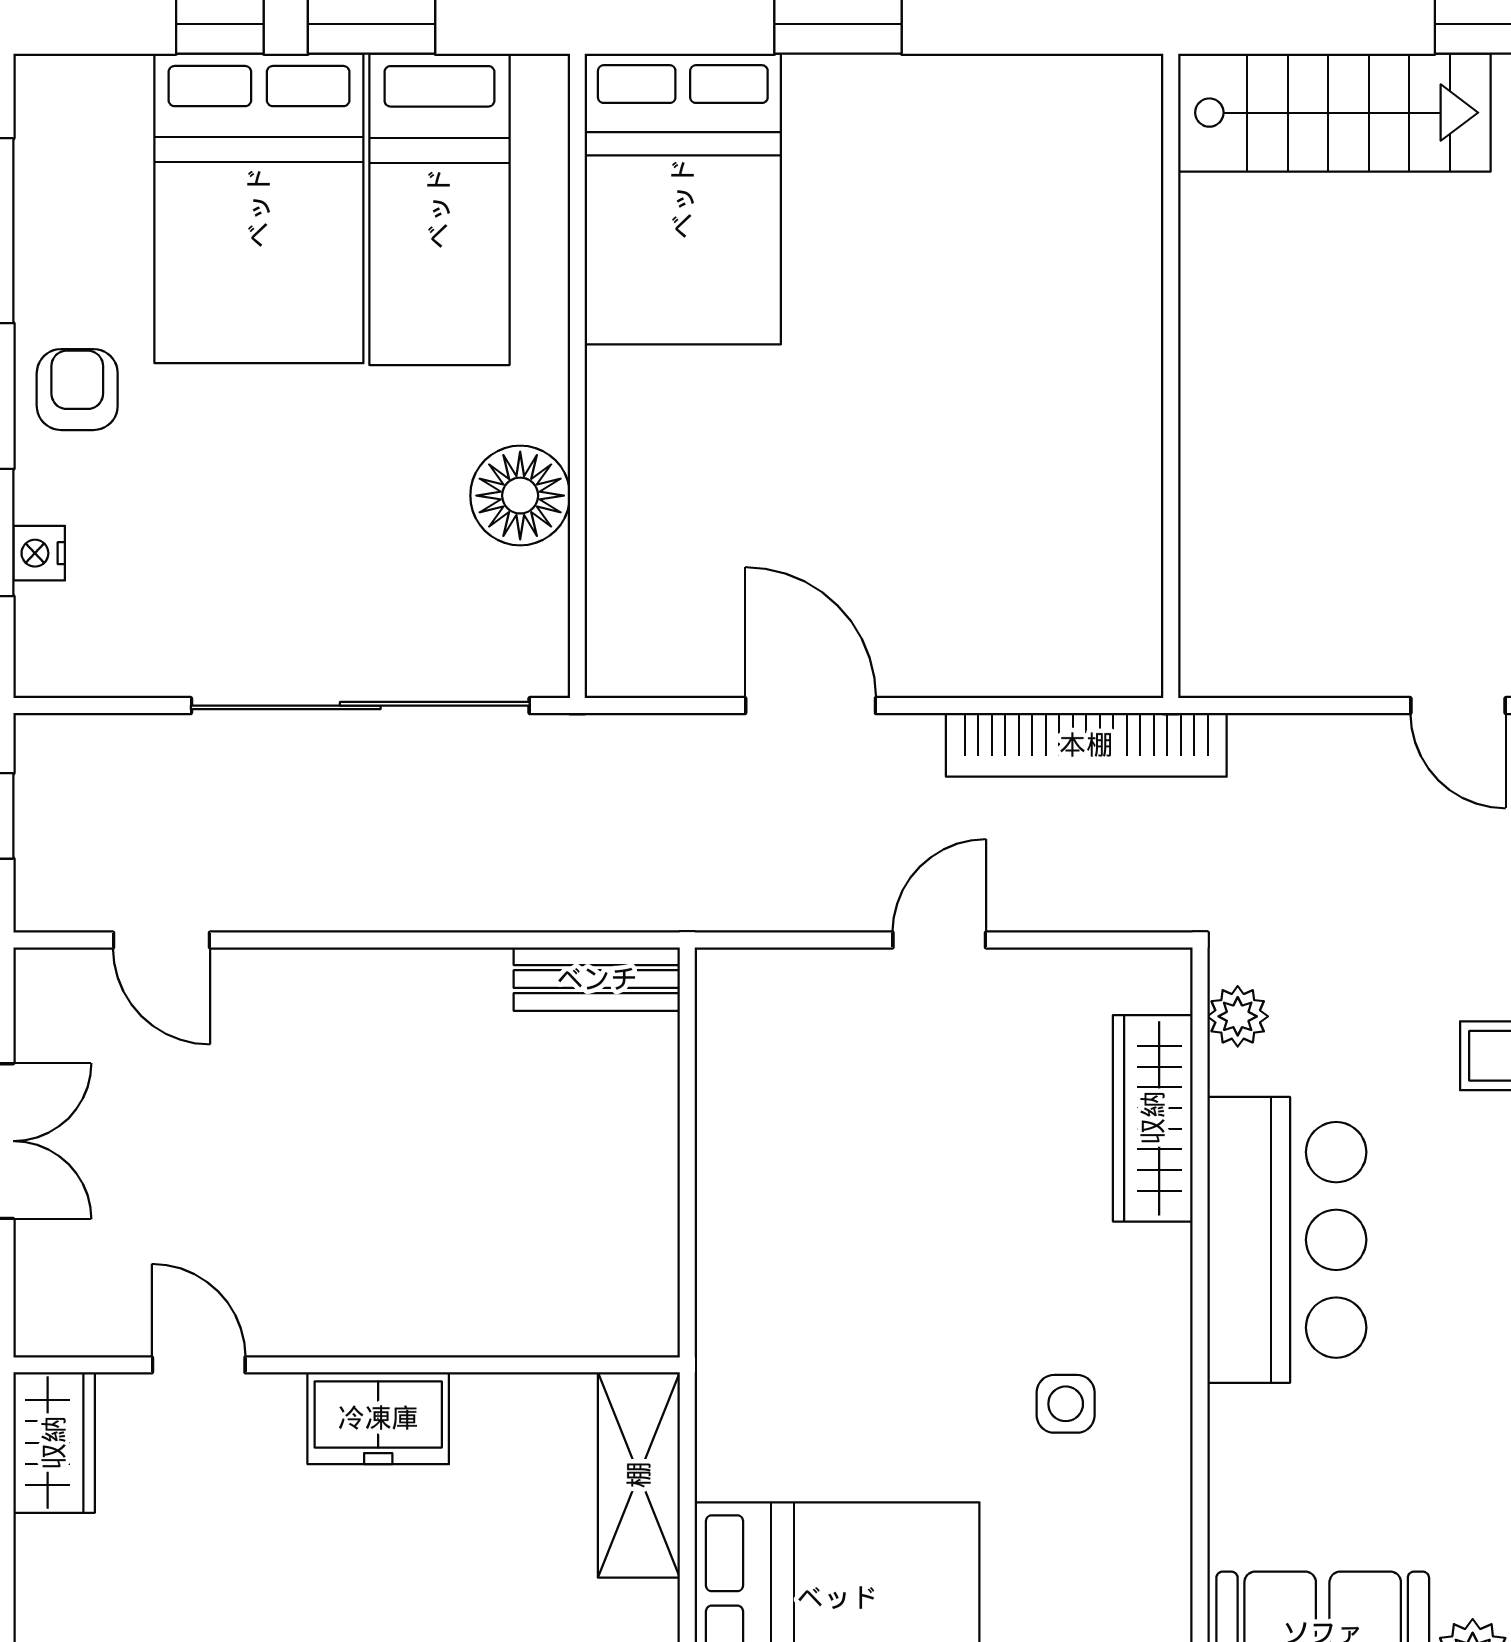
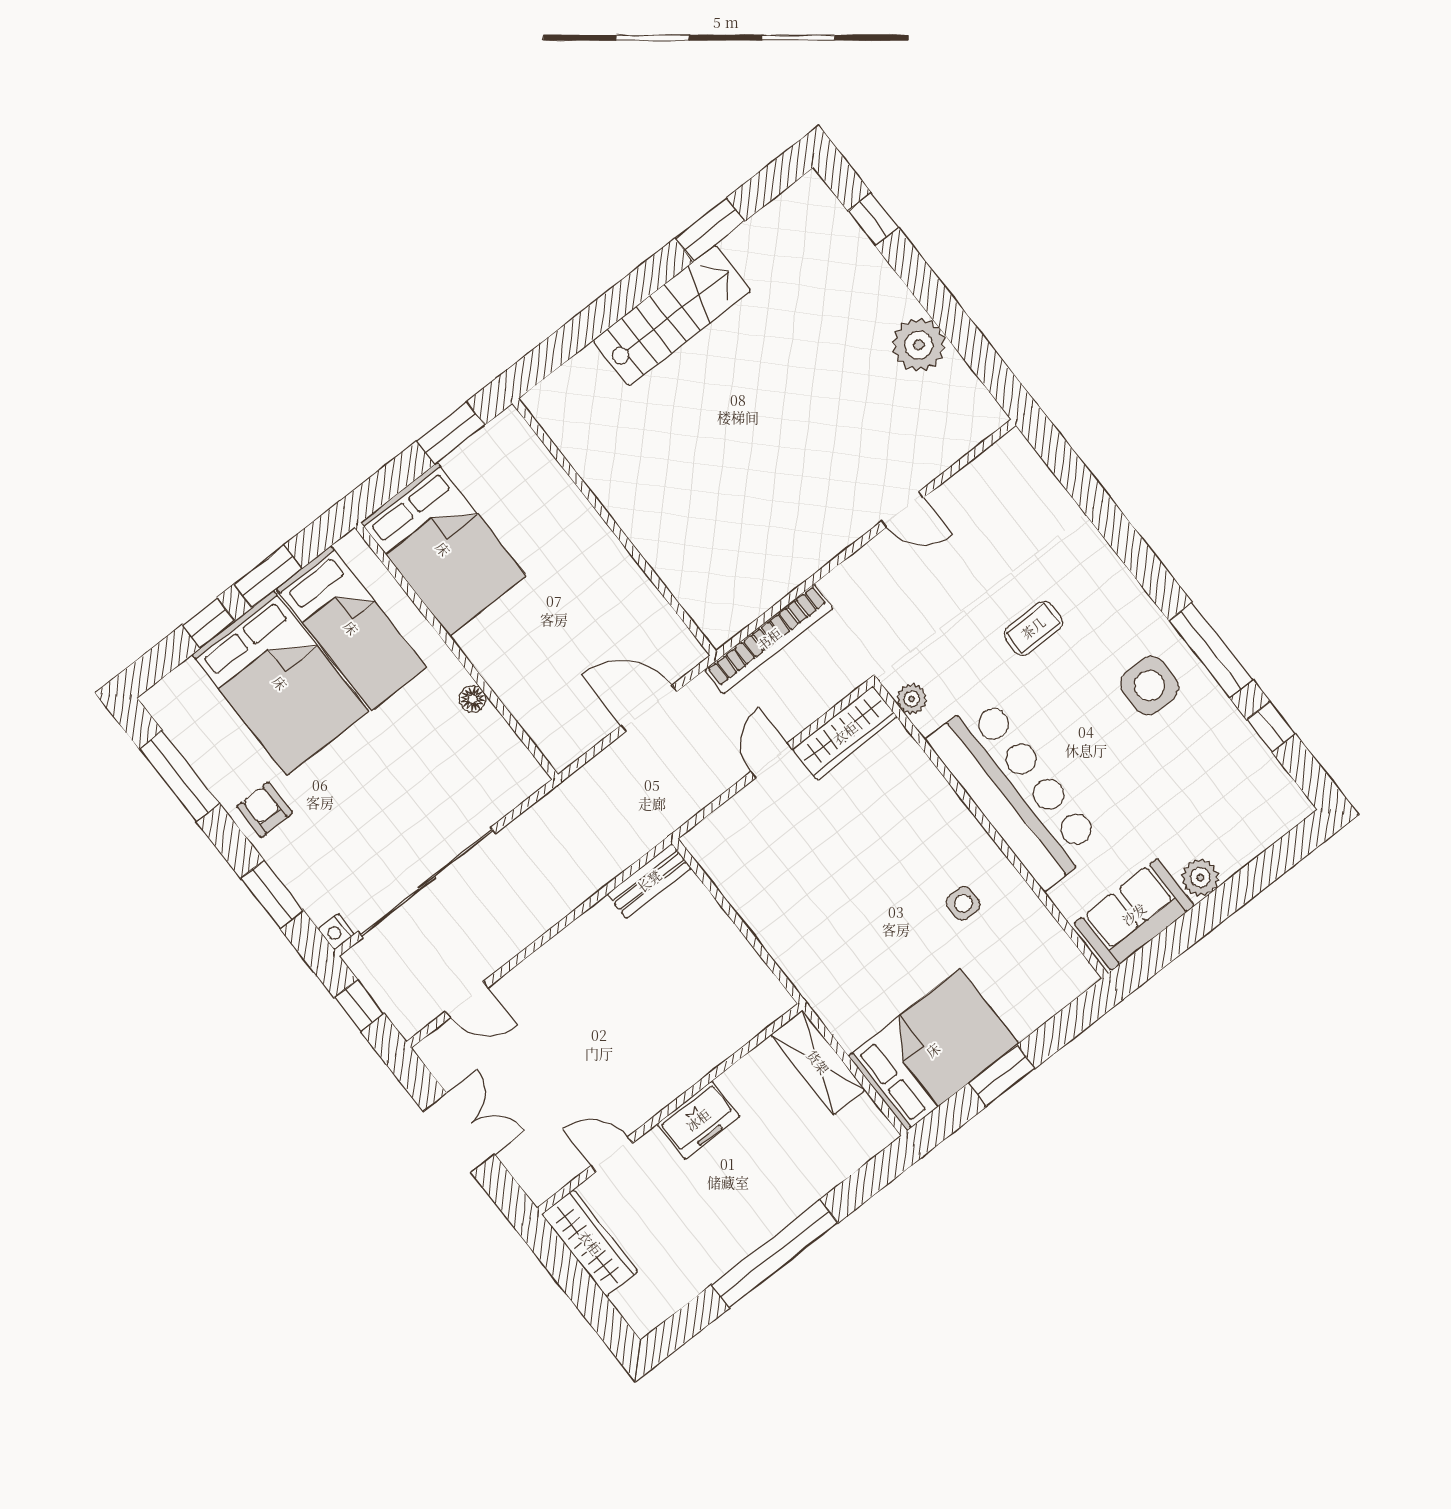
wall: (1171, 376) -> (614, 527), moved
floor lamp: (520, 496) -> (473, 699), width x0.53, depth x0.53
nightstand: (39, 553) -> (336, 932), moved
sliding door: (360, 706) -> (427, 883), moved
wardrobe: (1153, 1118) -> (845, 733), moved, turned -90
bar counter: (1287, 1240) -> (1015, 792), width x1.36
wardrobe: (54, 1443) -> (590, 1243), width x1.50

